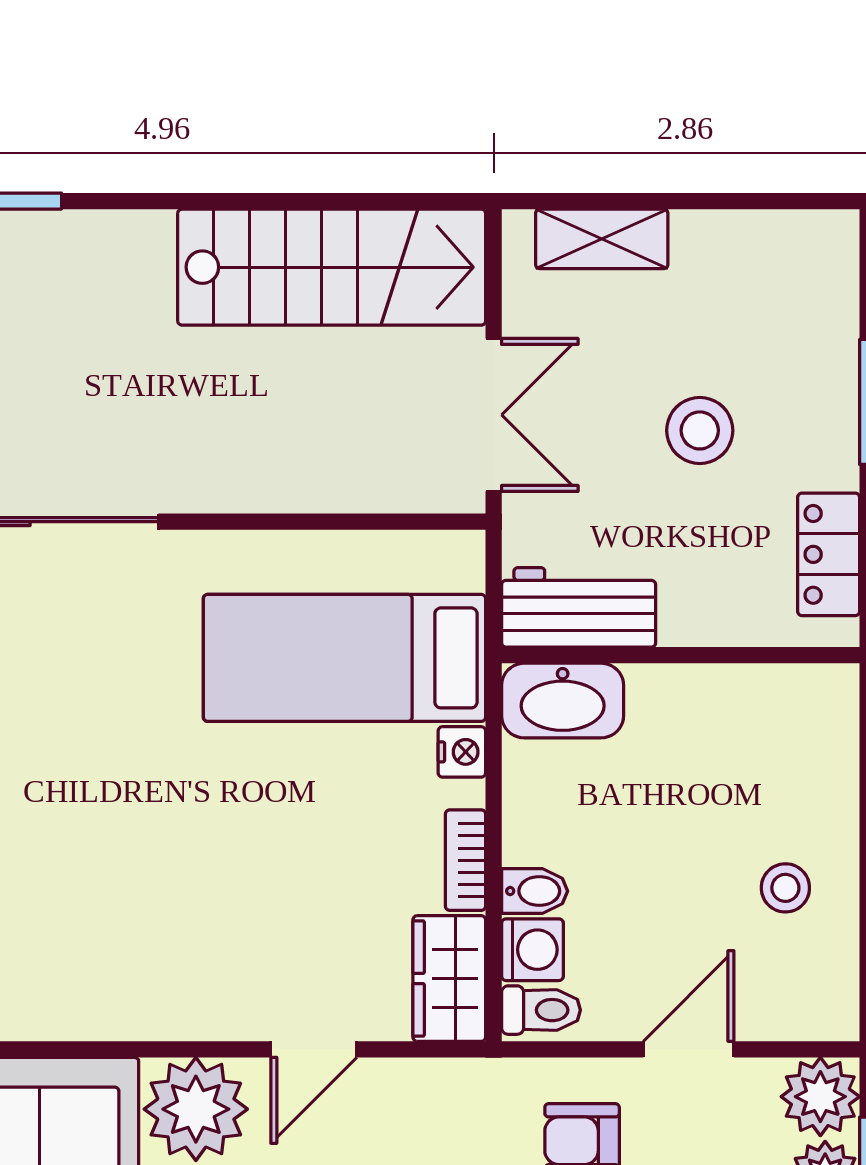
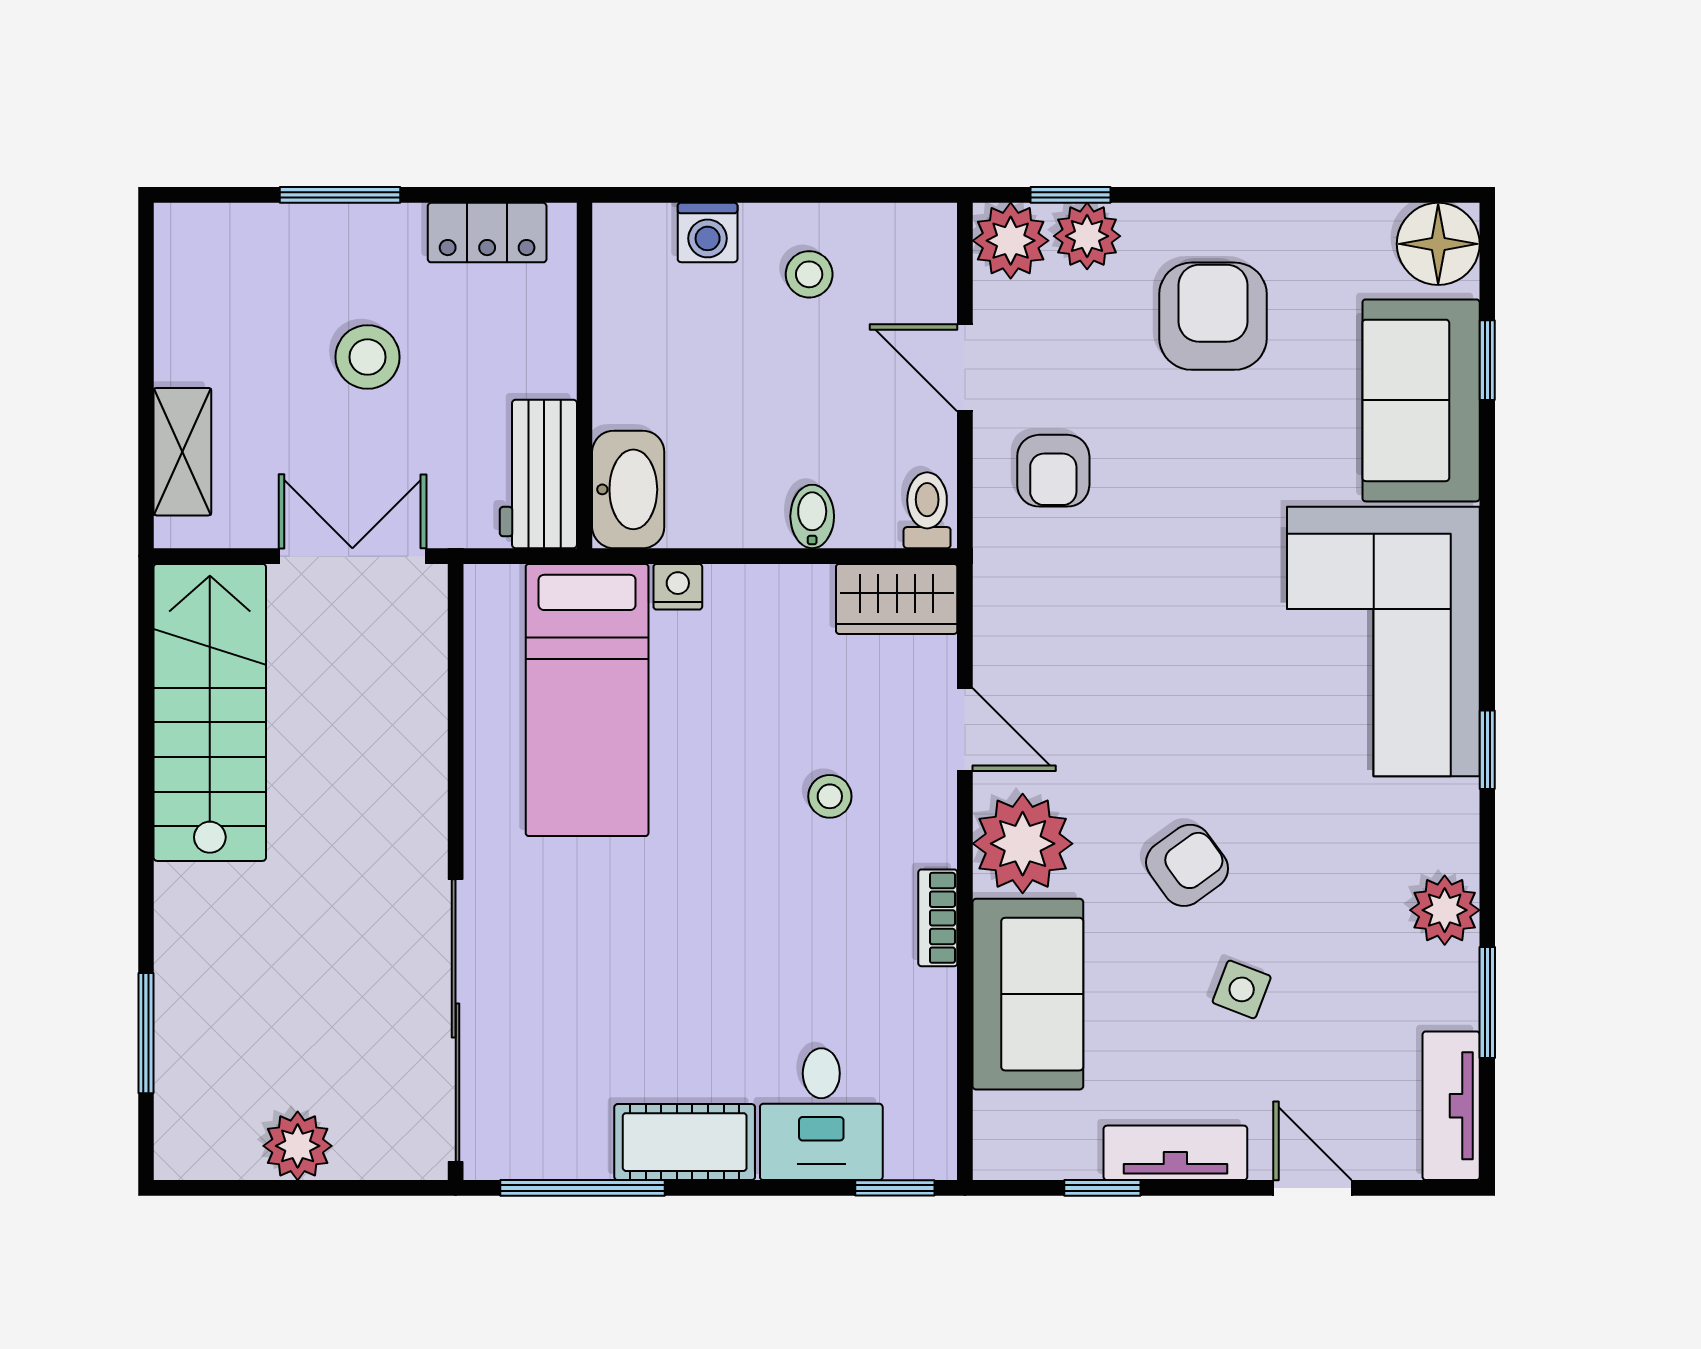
bookcase: (465, 860) -> (938, 918), moved, turned 90
stool: (245, 909) -> (830, 796), added
washing machine: (532, 950) -> (708, 232), moved, turned 180

